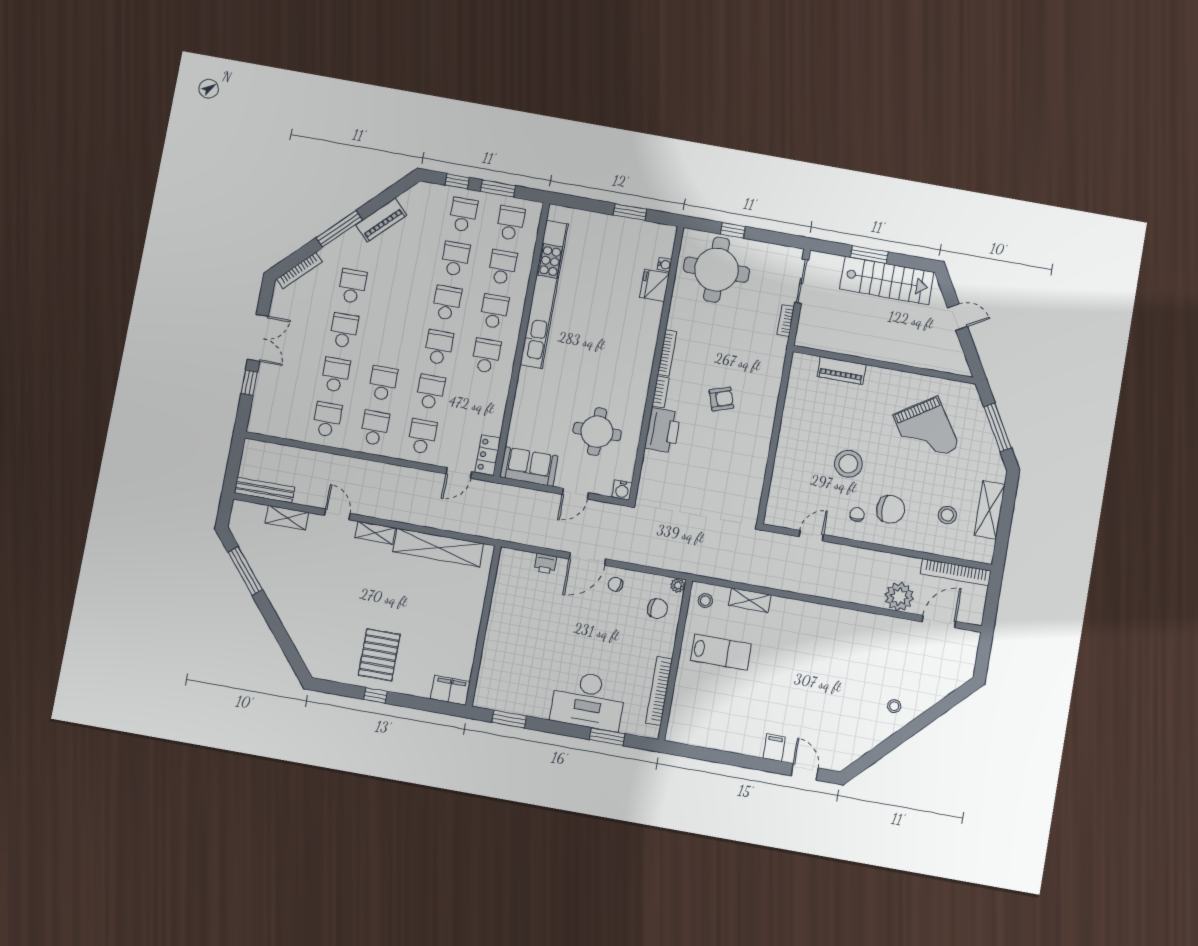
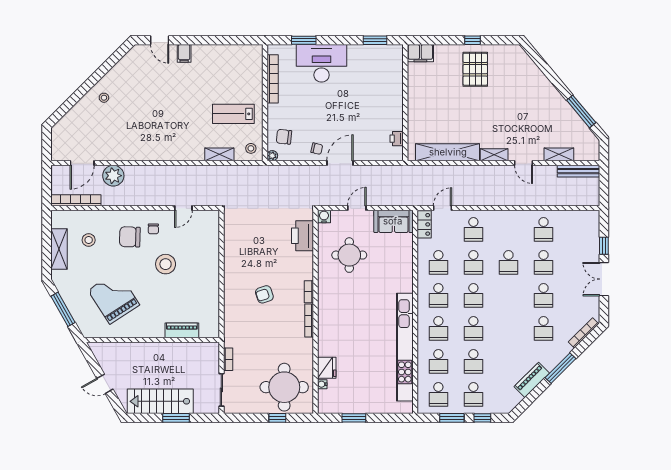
school desk: (375, 428) -> (438, 262), moved
printer: (663, 430) -> (302, 236), moved
printer: (545, 564) -> (397, 139), moved, turned -90

